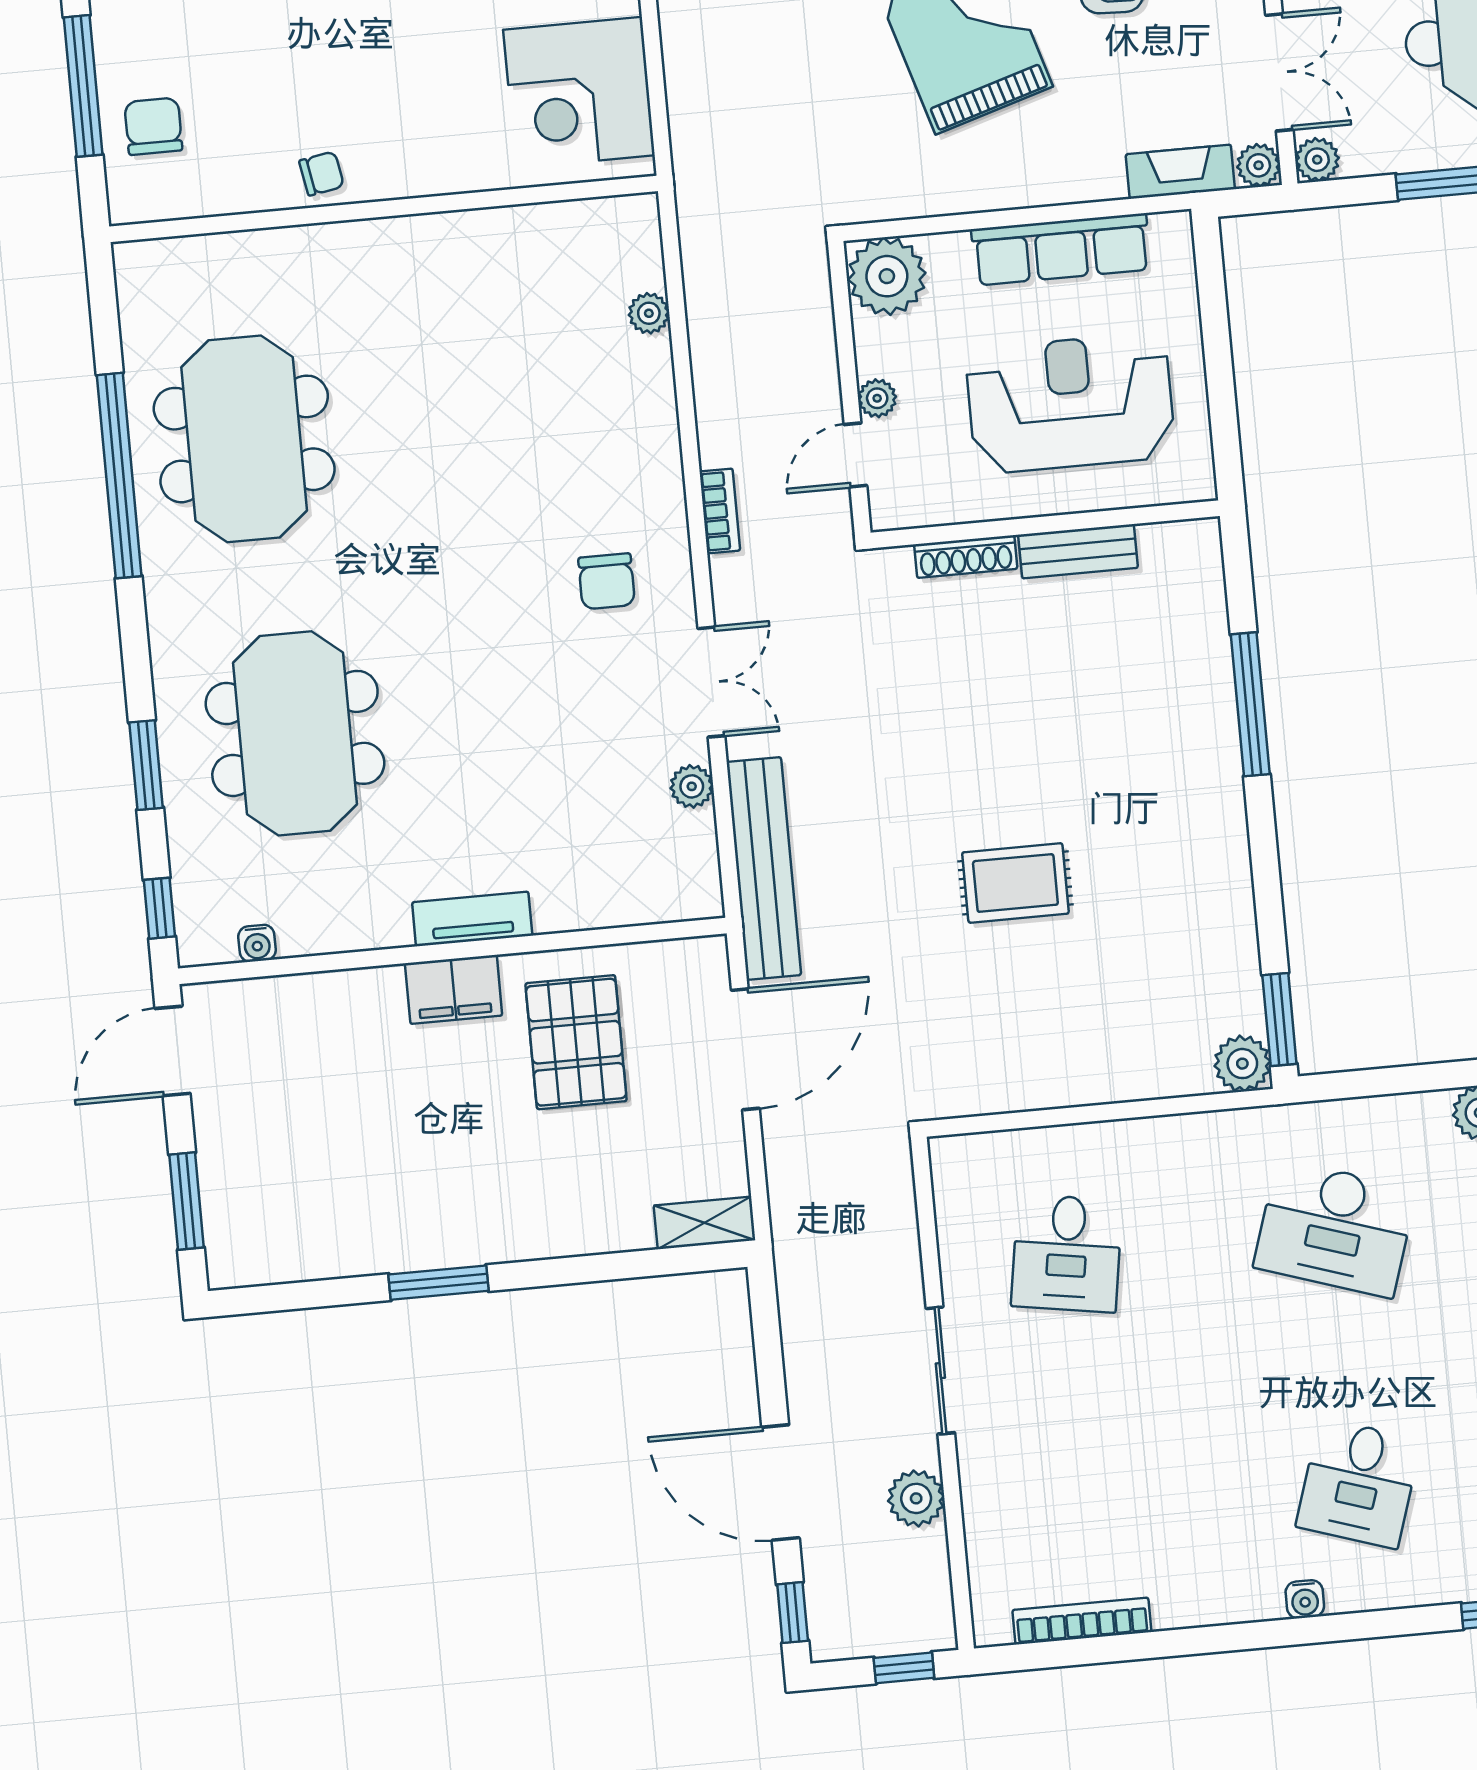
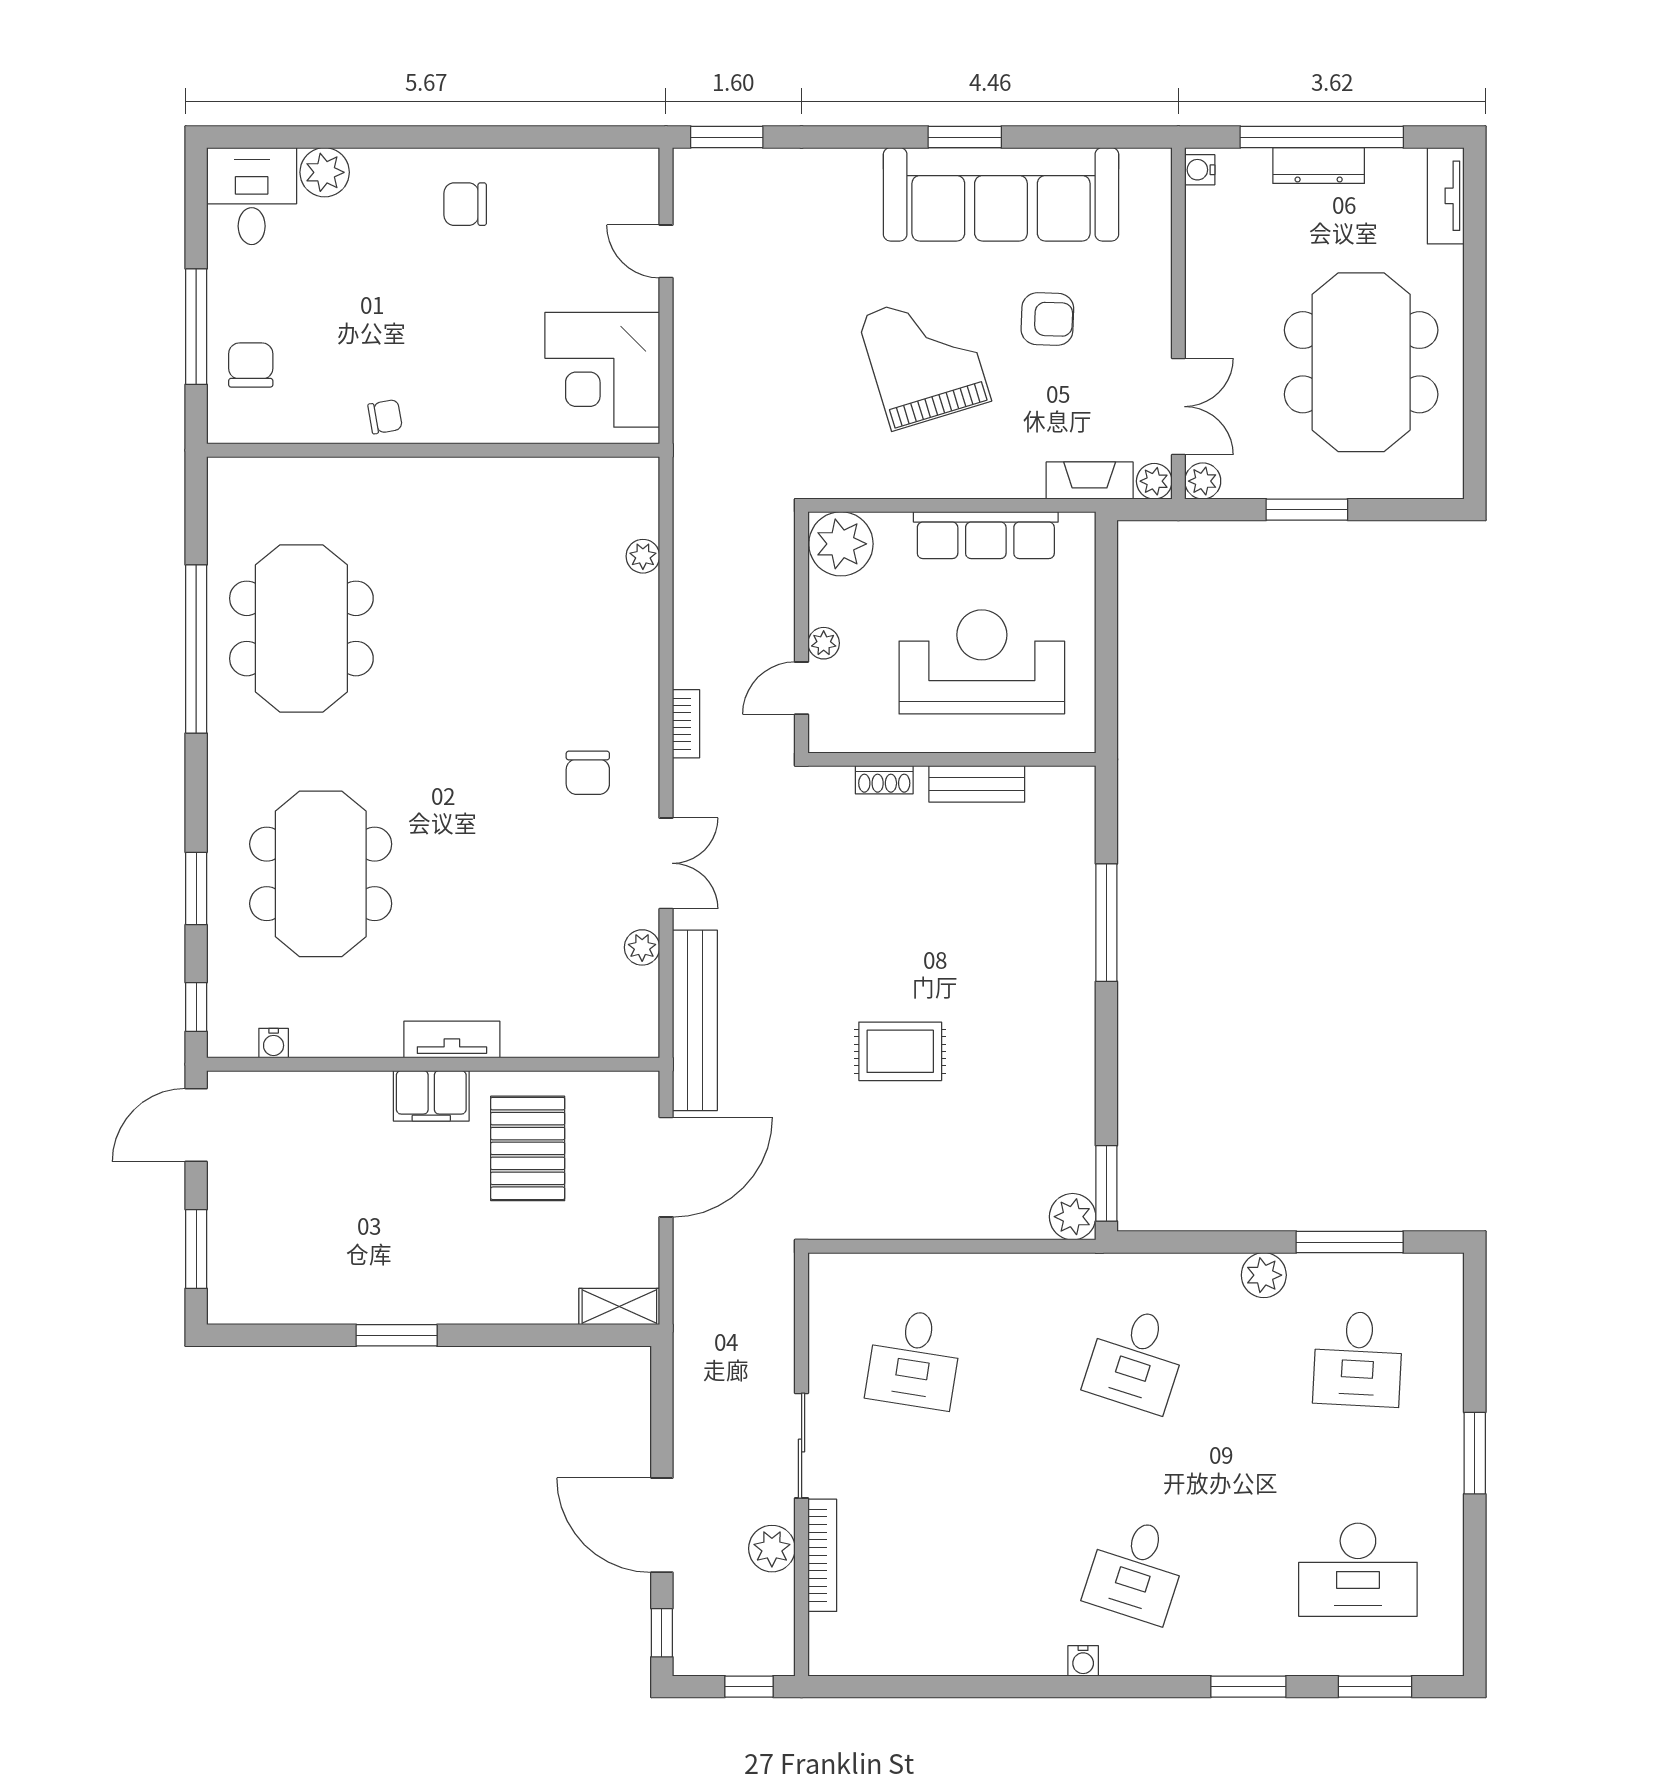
shoe rack: (966, 557) -> (884, 780), width x0.70
desk: (1335, 1228) -> (1136, 1359), width x0.73
bookcase: (1082, 1621) -> (822, 1555), moved, turned 90

